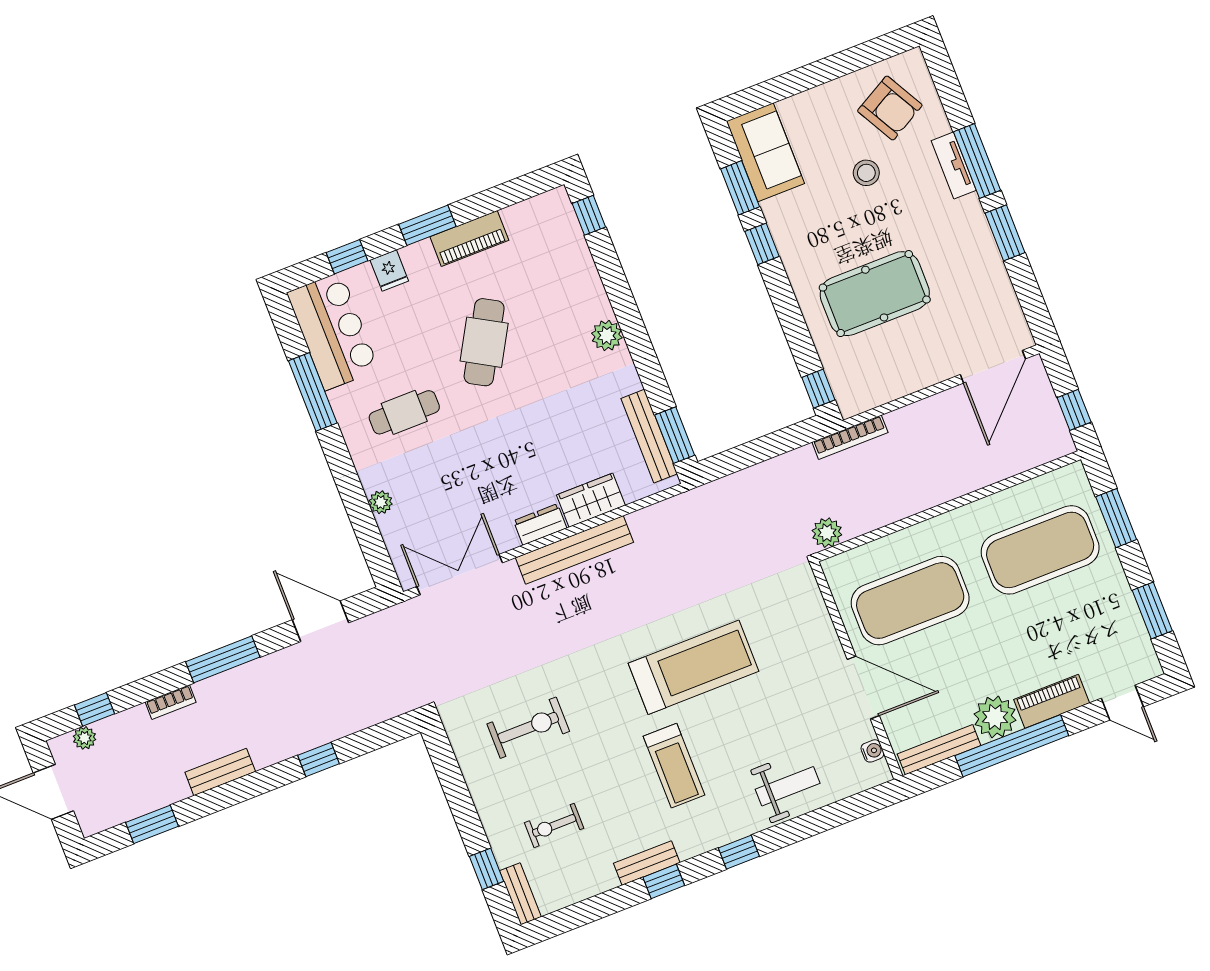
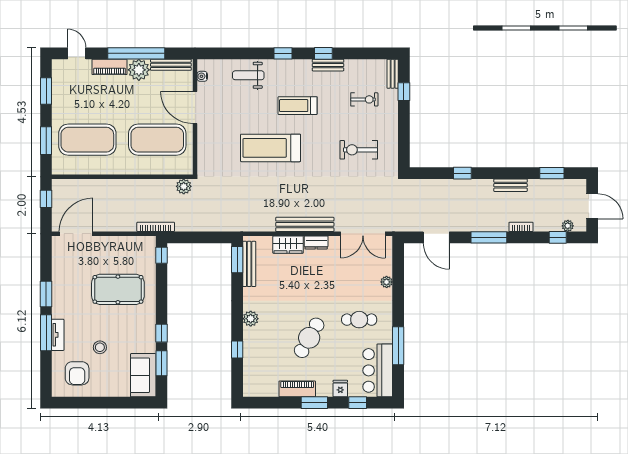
armchair: (890, 108) -> (77, 373), turned -151
window: (589, 215) -> (237, 349), moved
treadmill: (674, 766) -> (298, 106), turned -90

